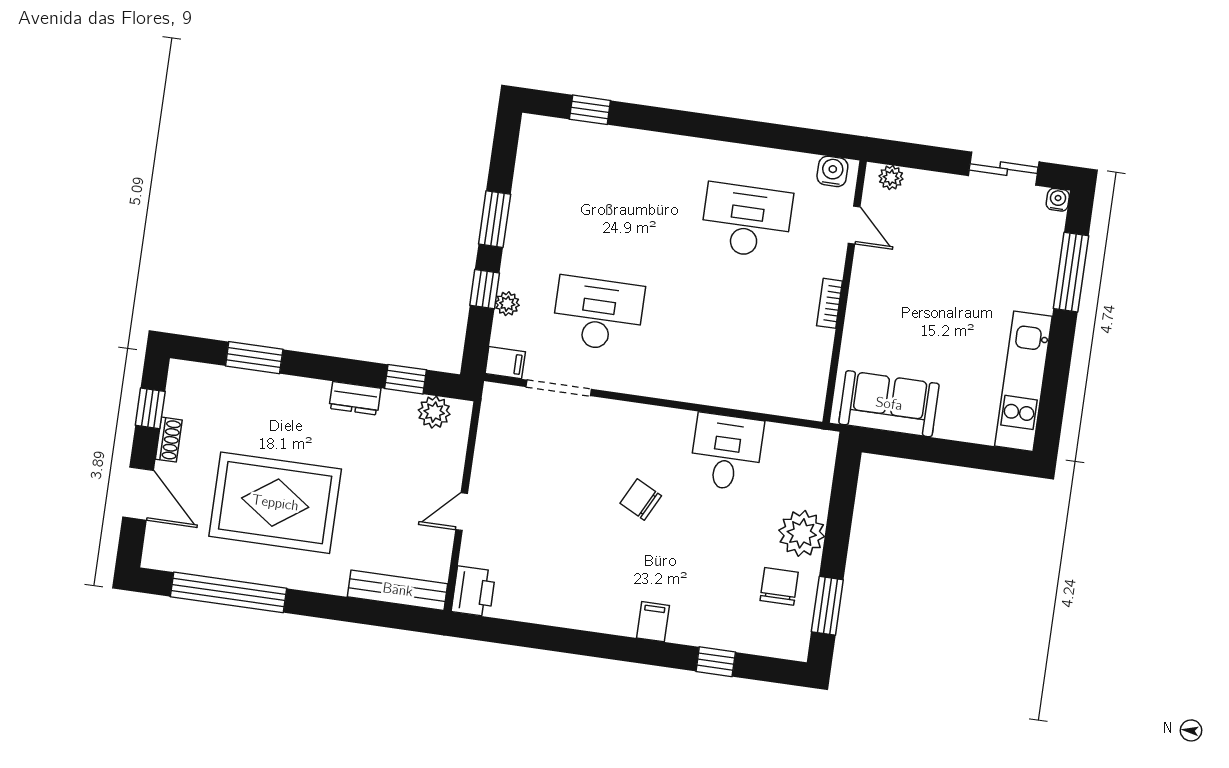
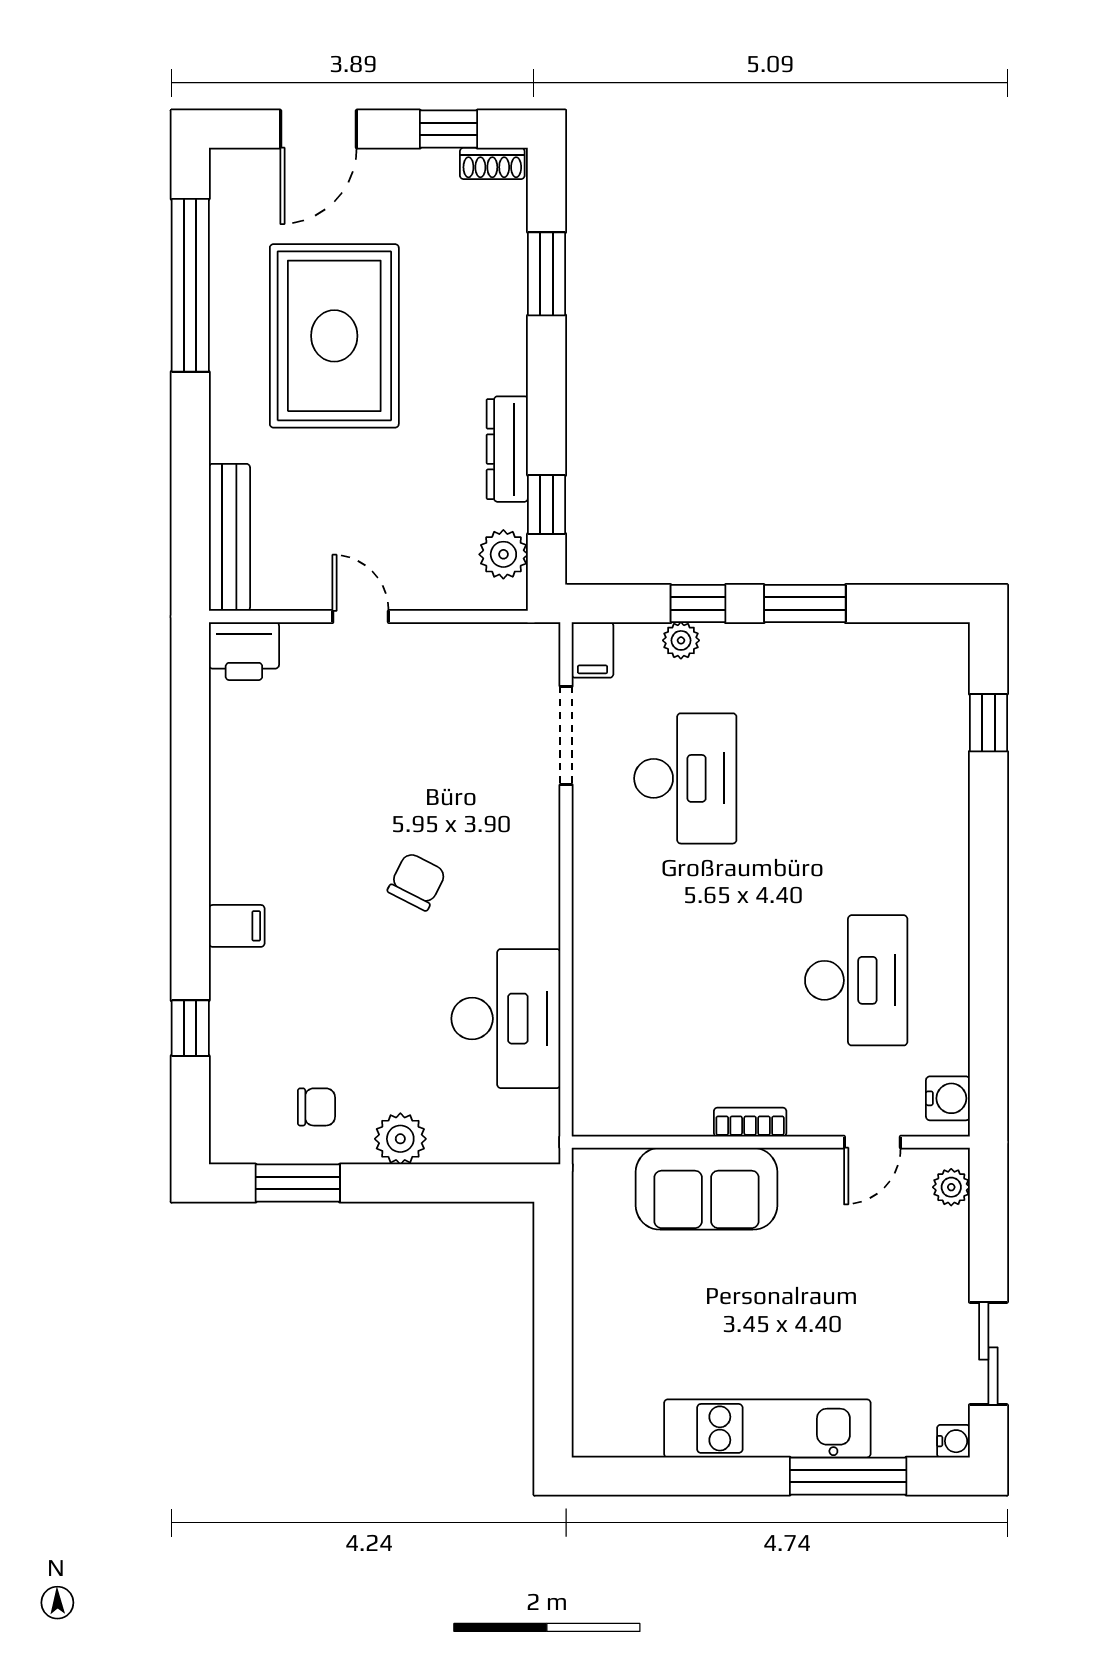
kitchen unit: (1023, 381) -> (767, 1428), moved
dresser: (355, 398) -> (507, 449), width x1.44
sofa: (889, 404) -> (707, 1189), moved, turned 90
shoe rack: (169, 440) -> (492, 163), moved
desk: (726, 452) -> (506, 1019), width x1.37
plant: (802, 533) -> (400, 1139), width x0.73, depth x0.73
chair: (779, 586) -> (316, 1107), width x0.73, depth x0.73

